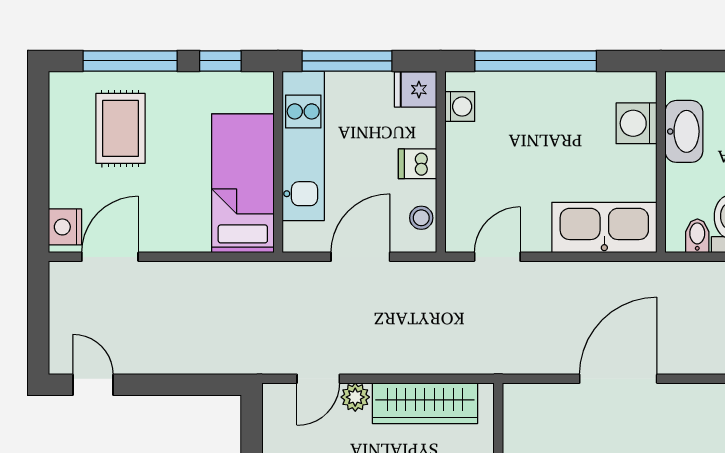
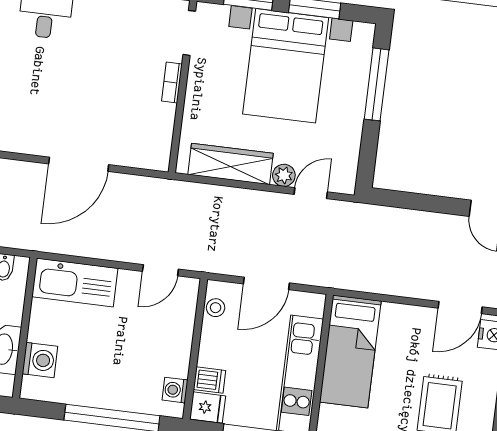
dishwasher: (417, 164) -> (209, 380), moved

